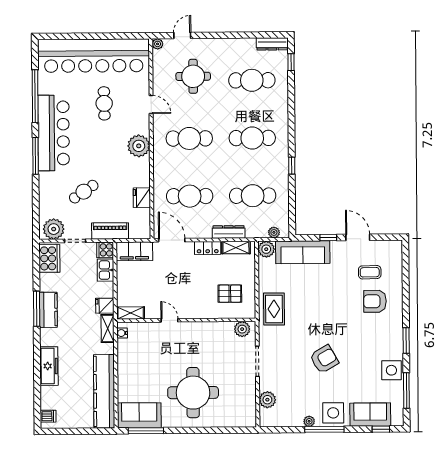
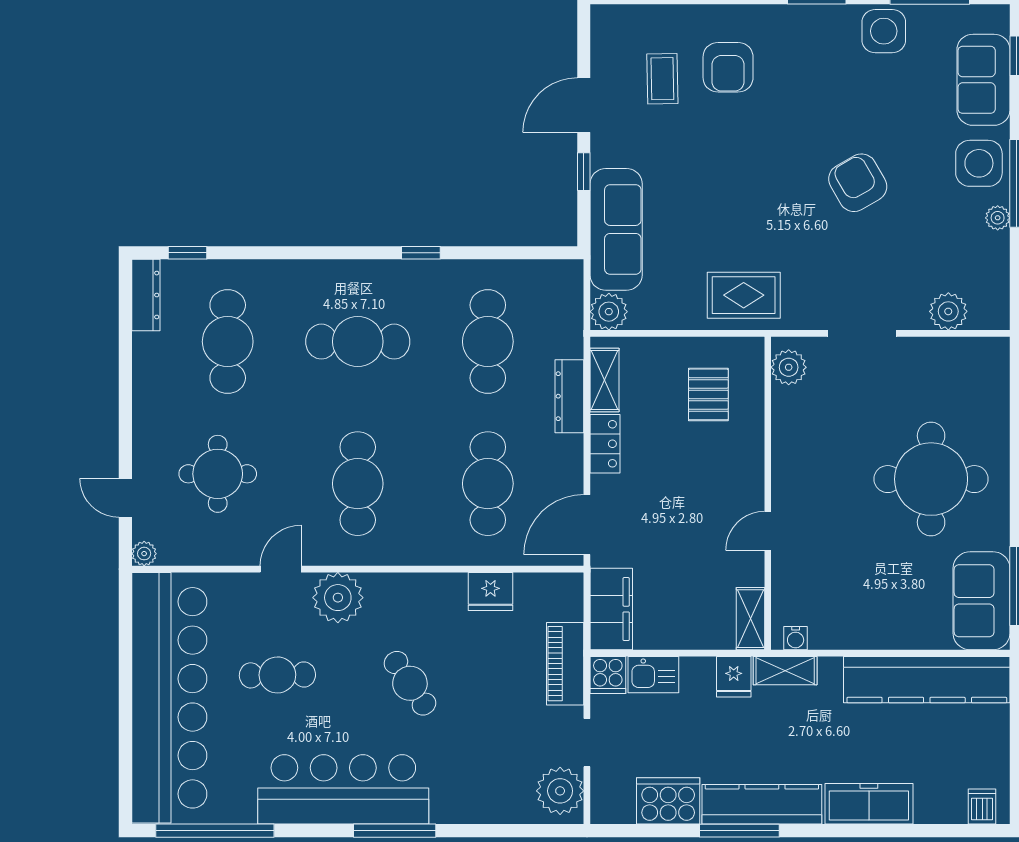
window: (35, 96) -> (215, 831), moved
cafe table: (252, 138) -> (358, 342), turned 90
plant: (139, 146) -> (338, 598), moved
cafe table: (84, 192) -> (410, 683), moved
plant: (274, 232) -> (571, 294), removed
cooker: (49, 258) -> (668, 801), moved
kitchen counter: (48, 310) -> (762, 804), width x1.50

